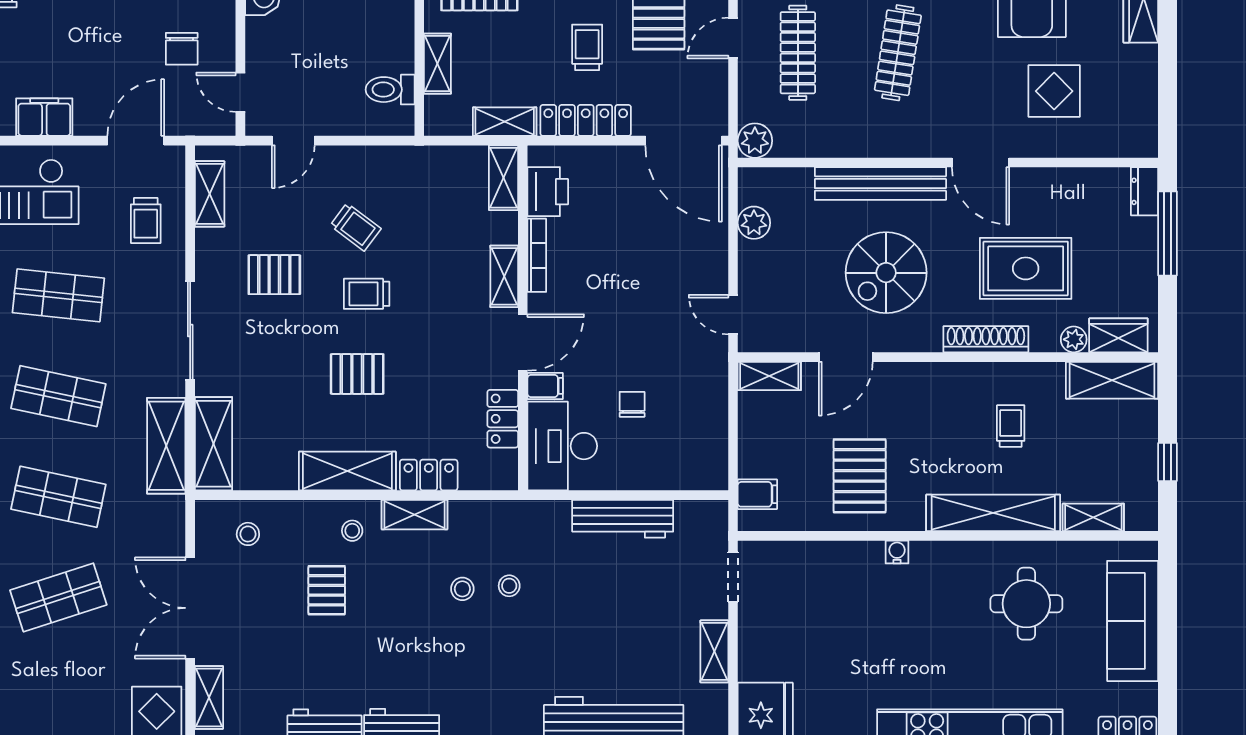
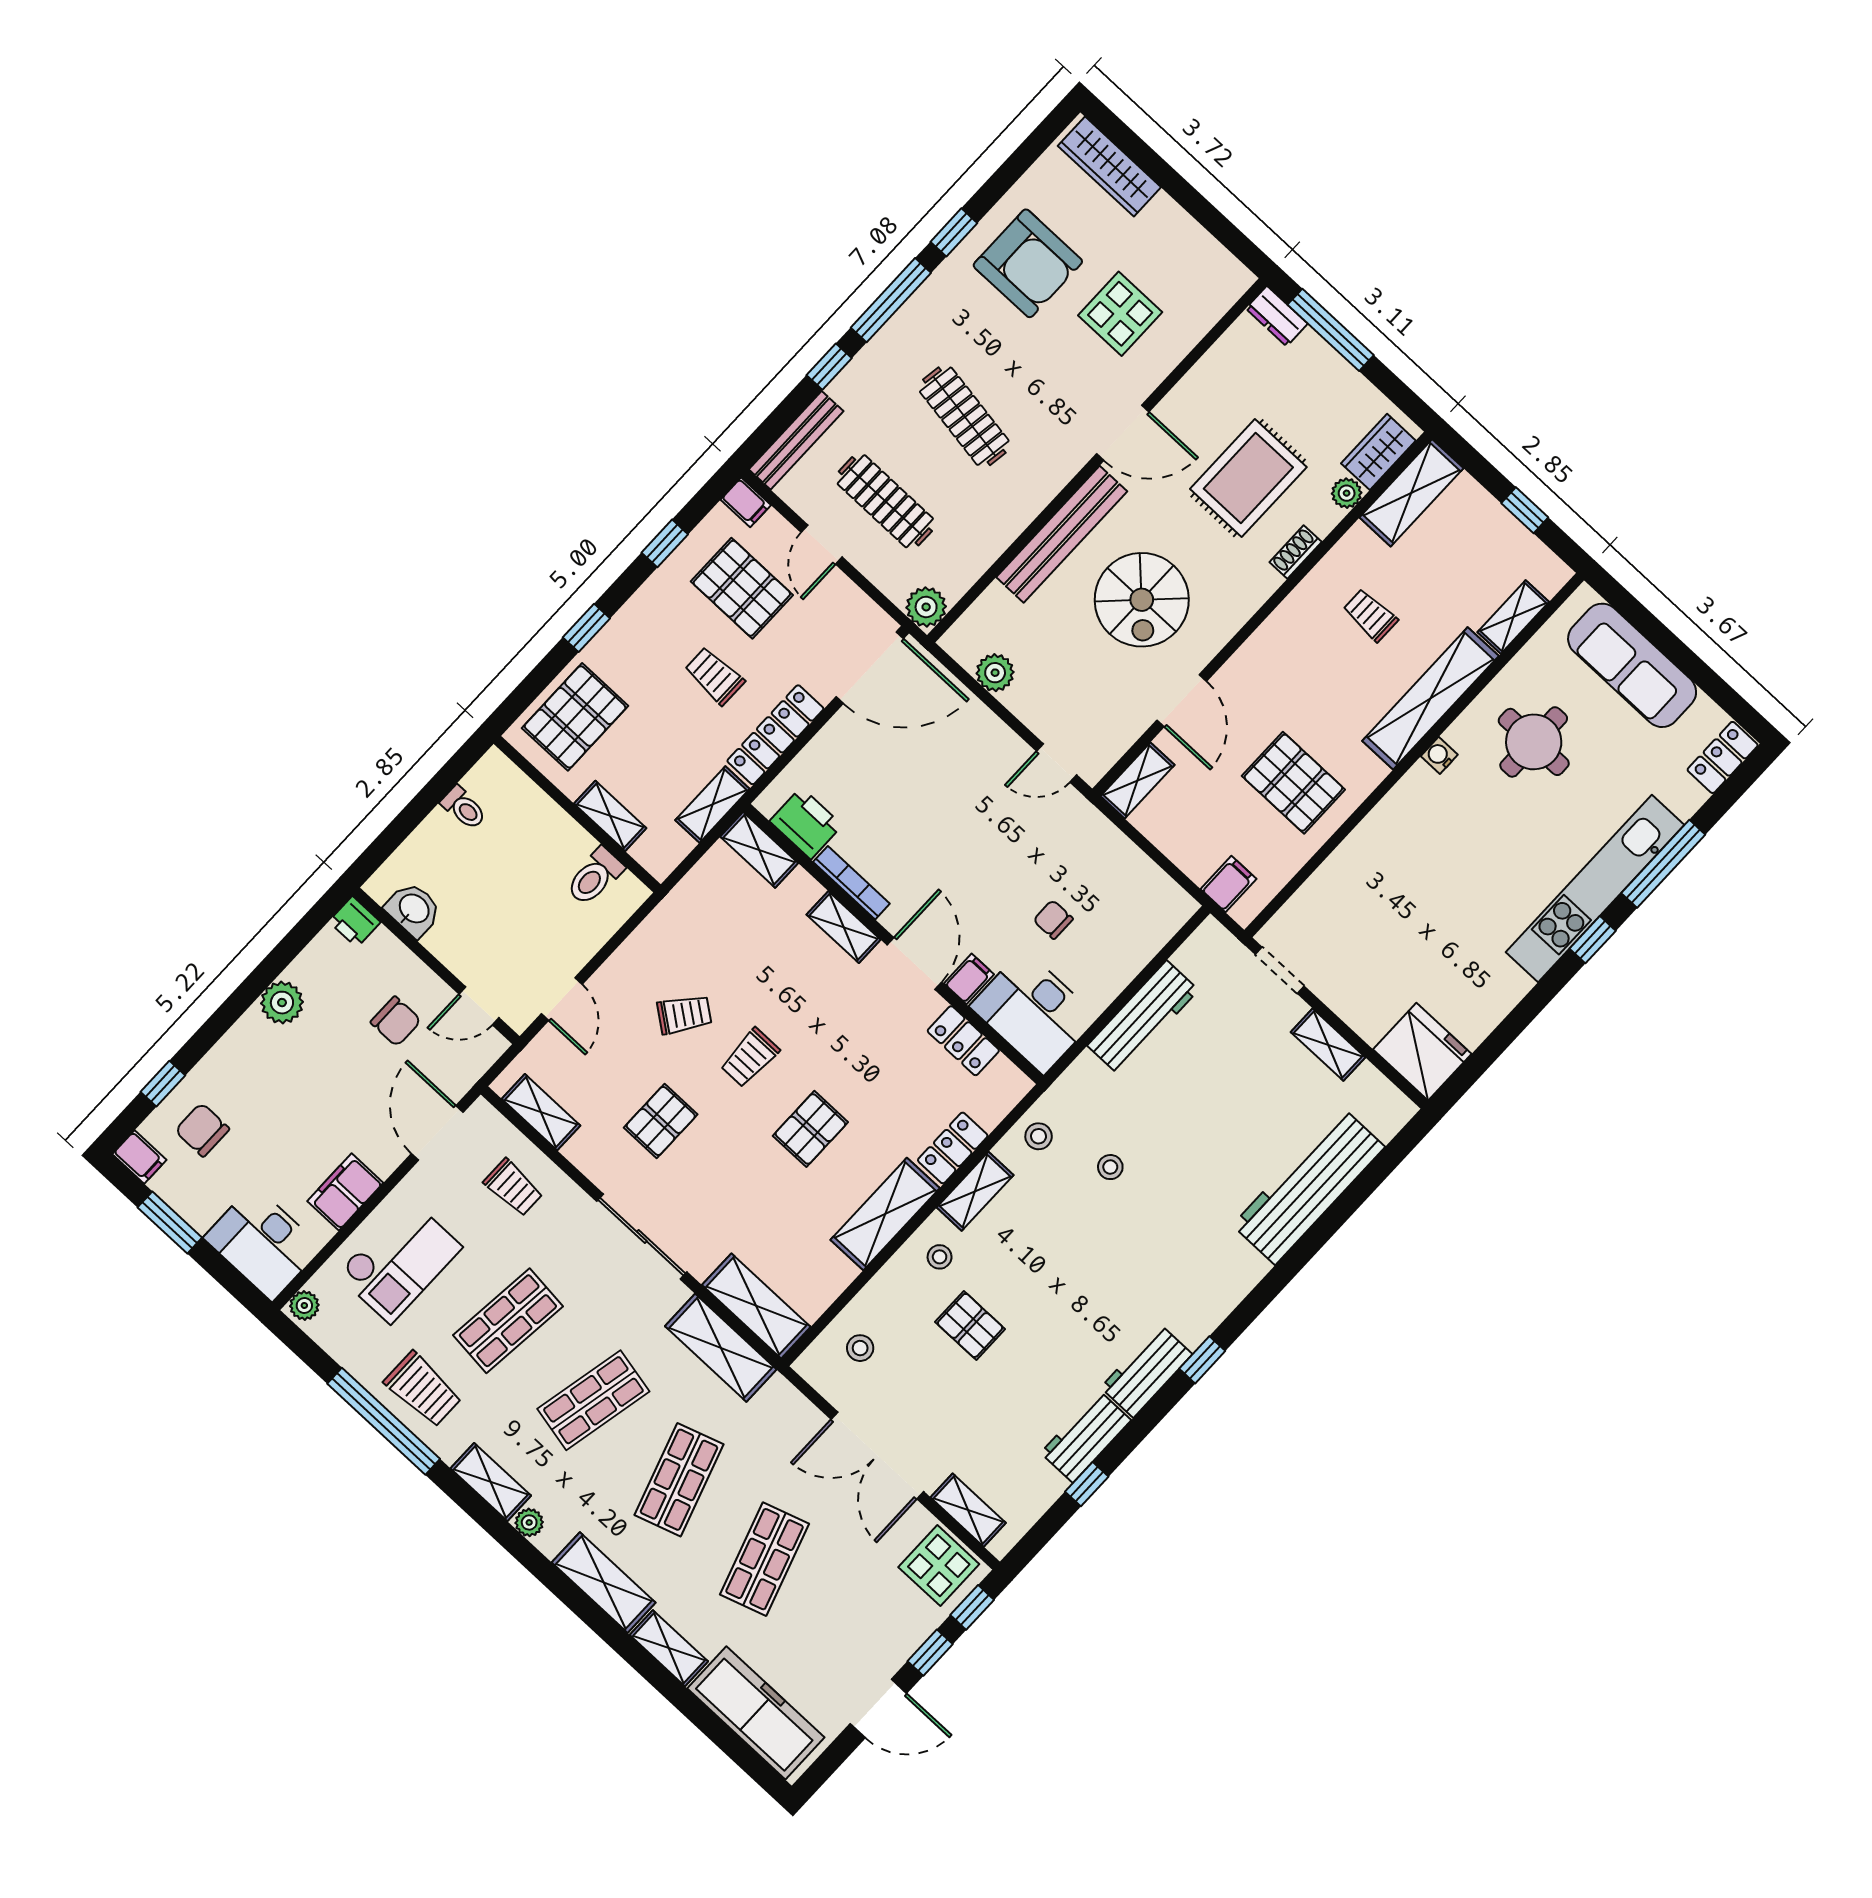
shoe rack: (986, 339) -> (1296, 552), width x0.51, depth x0.81
shop shelf: (58, 497) -> (679, 1480), turned -30
water cooler: (897, 552) -> (1439, 755), moved
stool: (462, 589) -> (1039, 1136), moved

